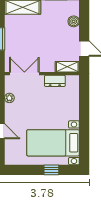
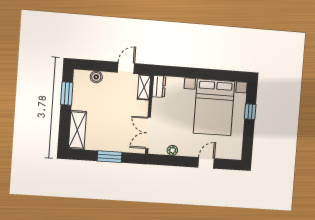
dresser: (55, 81) -> (159, 87), moved
bed with nightstands: (53, 143) -> (214, 107), width x1.36

